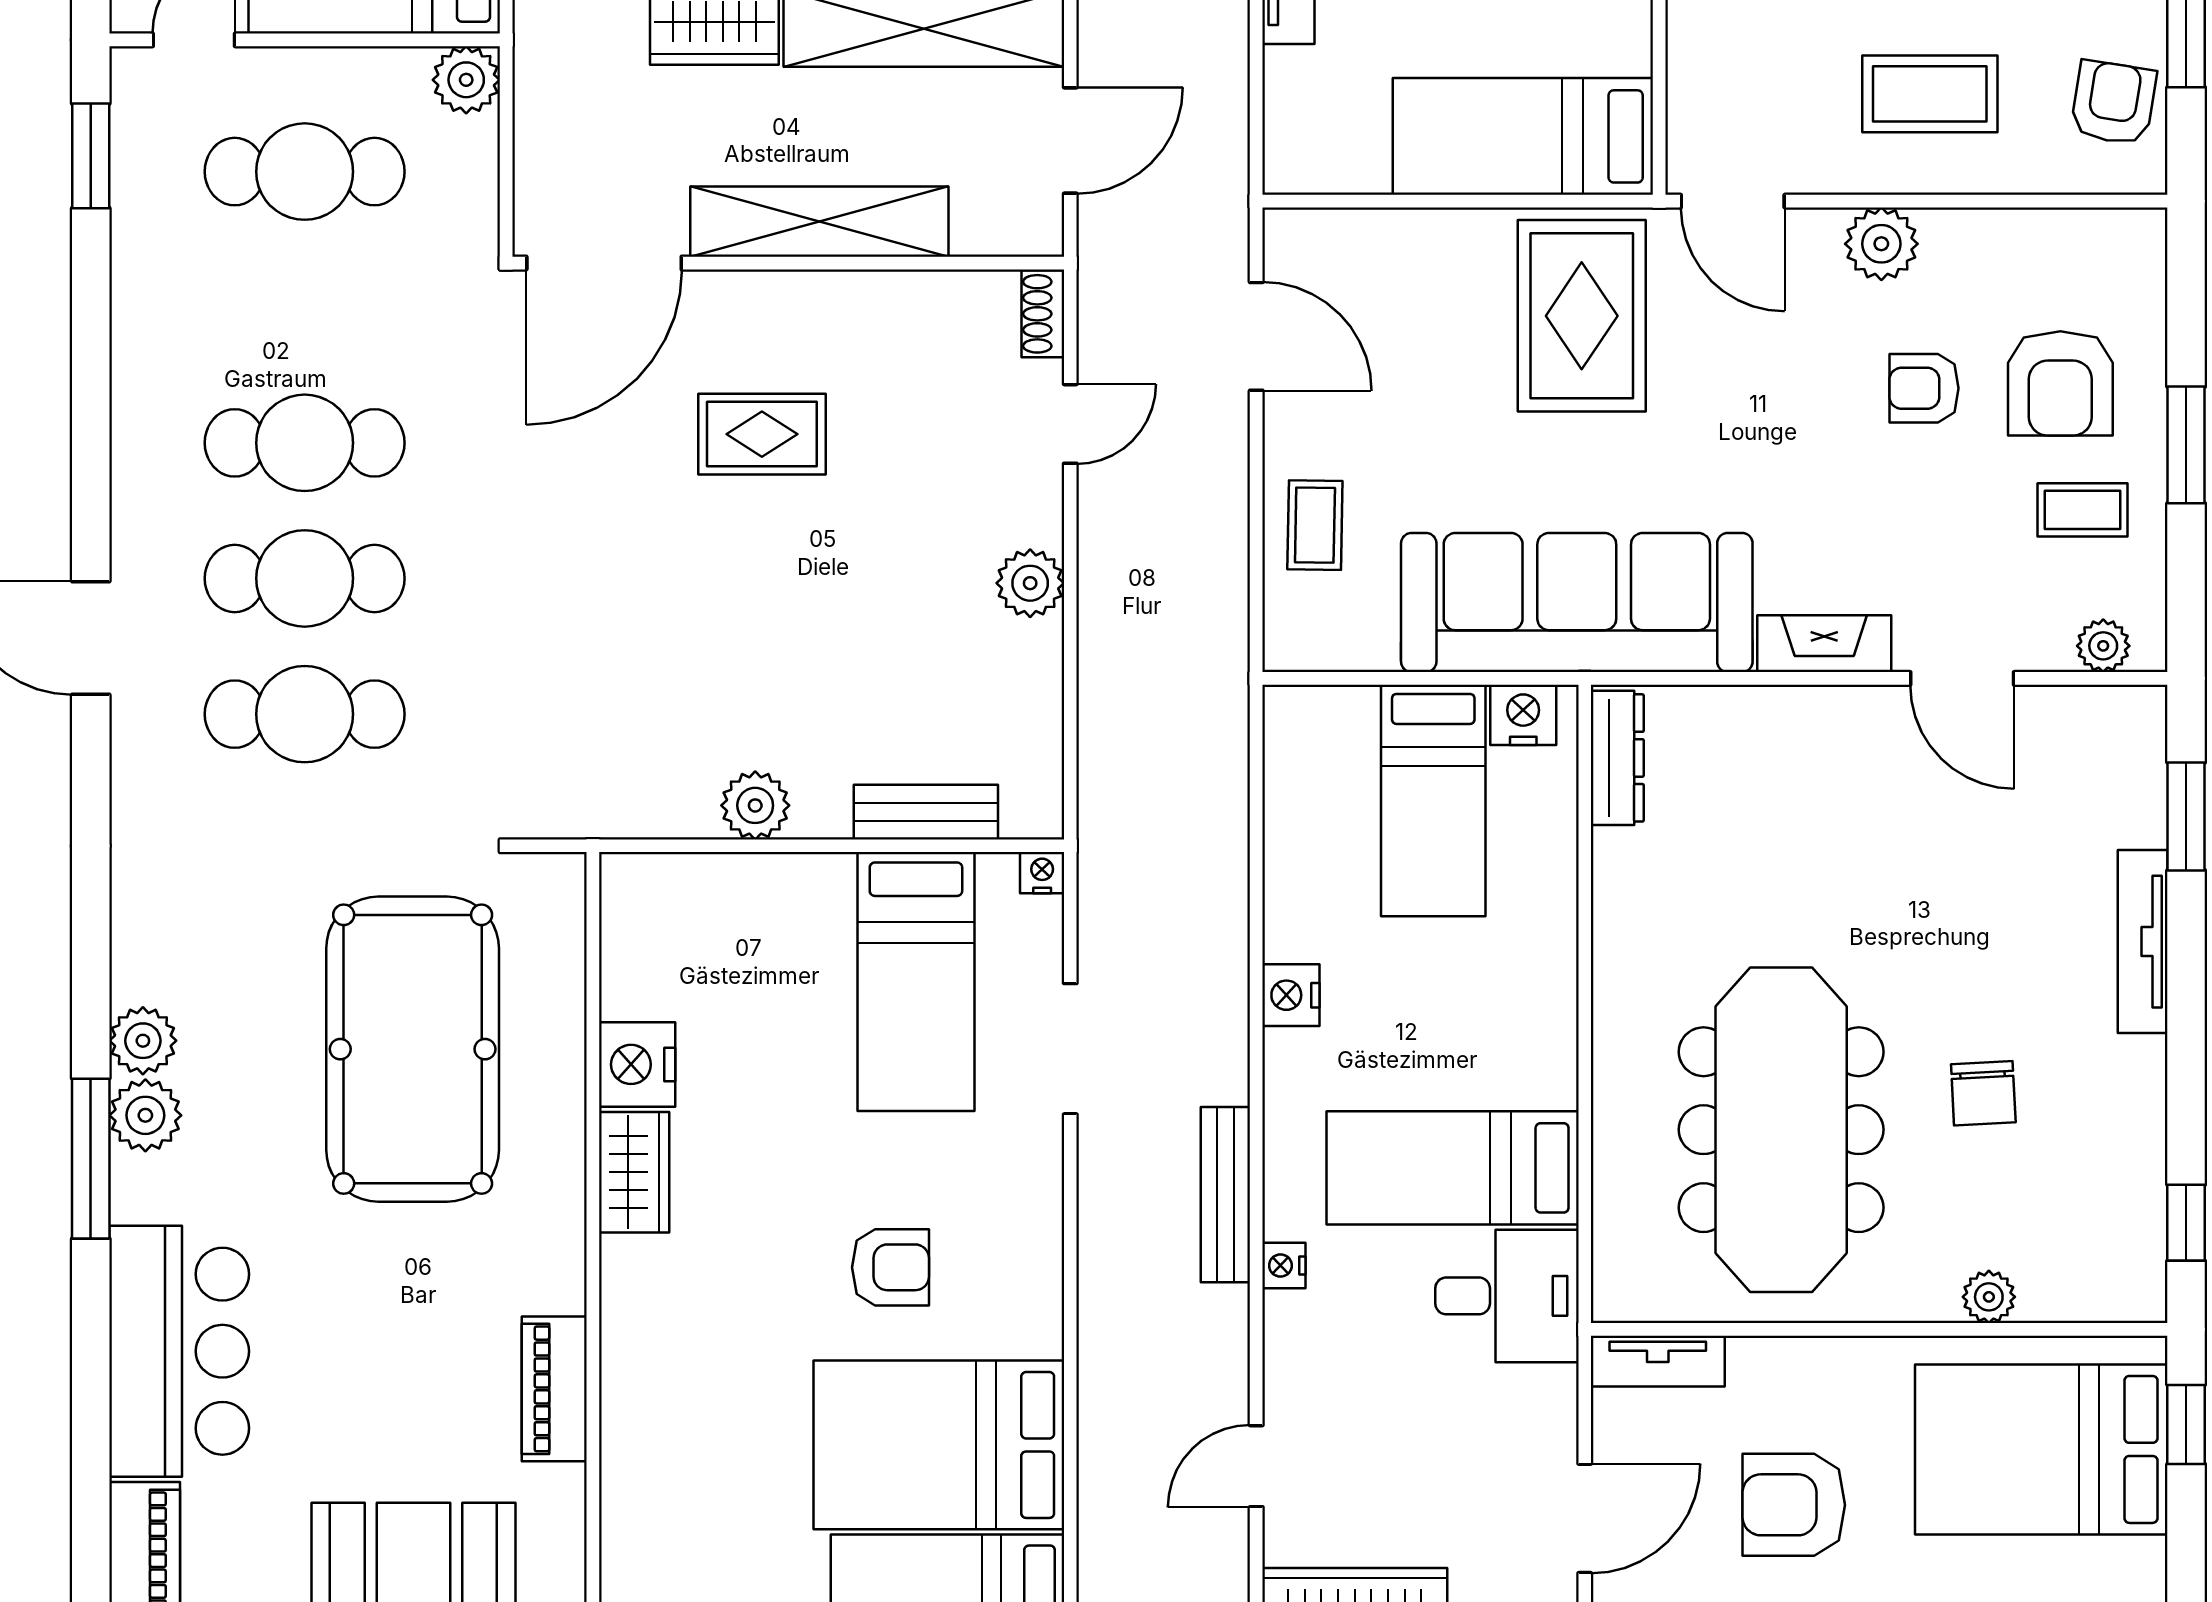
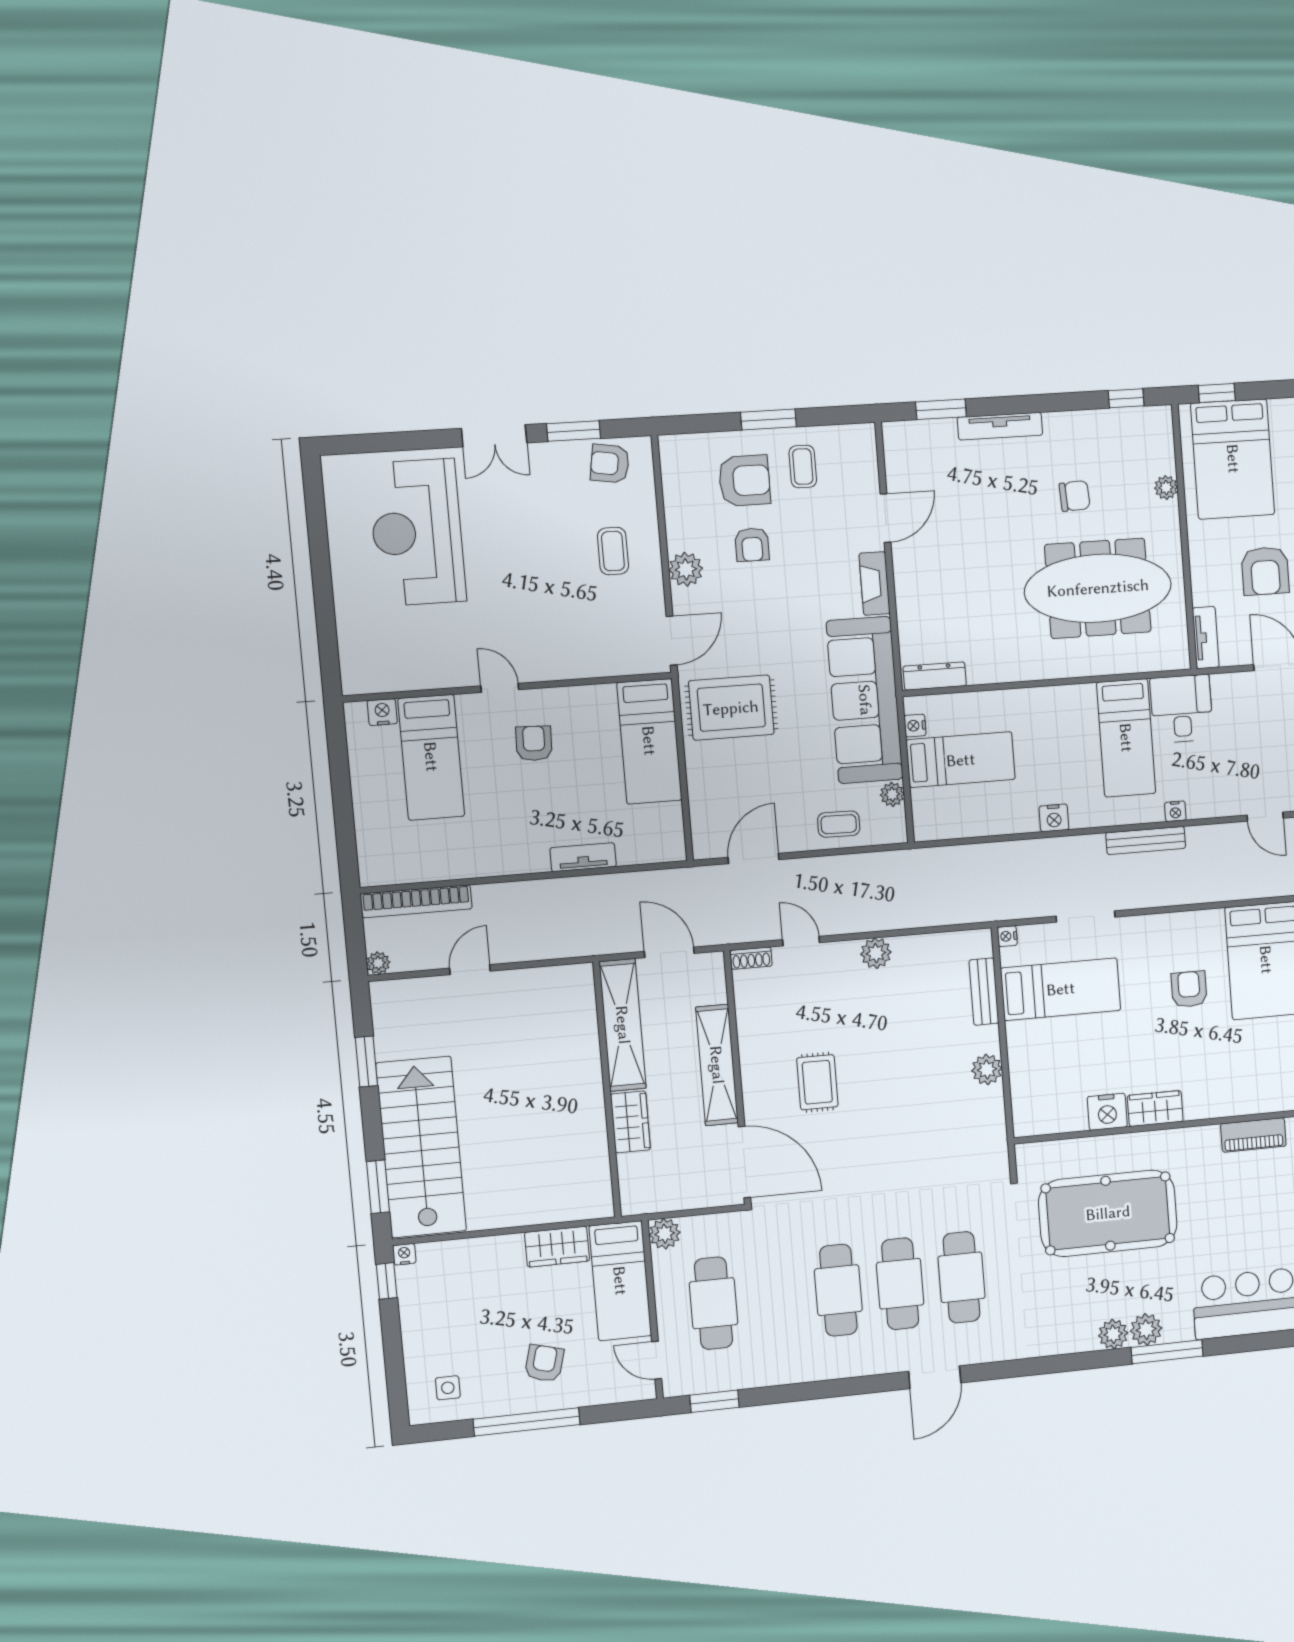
coffee table: (1930, 94) -> (613, 551), width x0.73, depth x0.77
plant: (2103, 646) -> (892, 794), moved
nightstand: (1523, 715) -> (915, 726), width x0.72, depth x0.74

